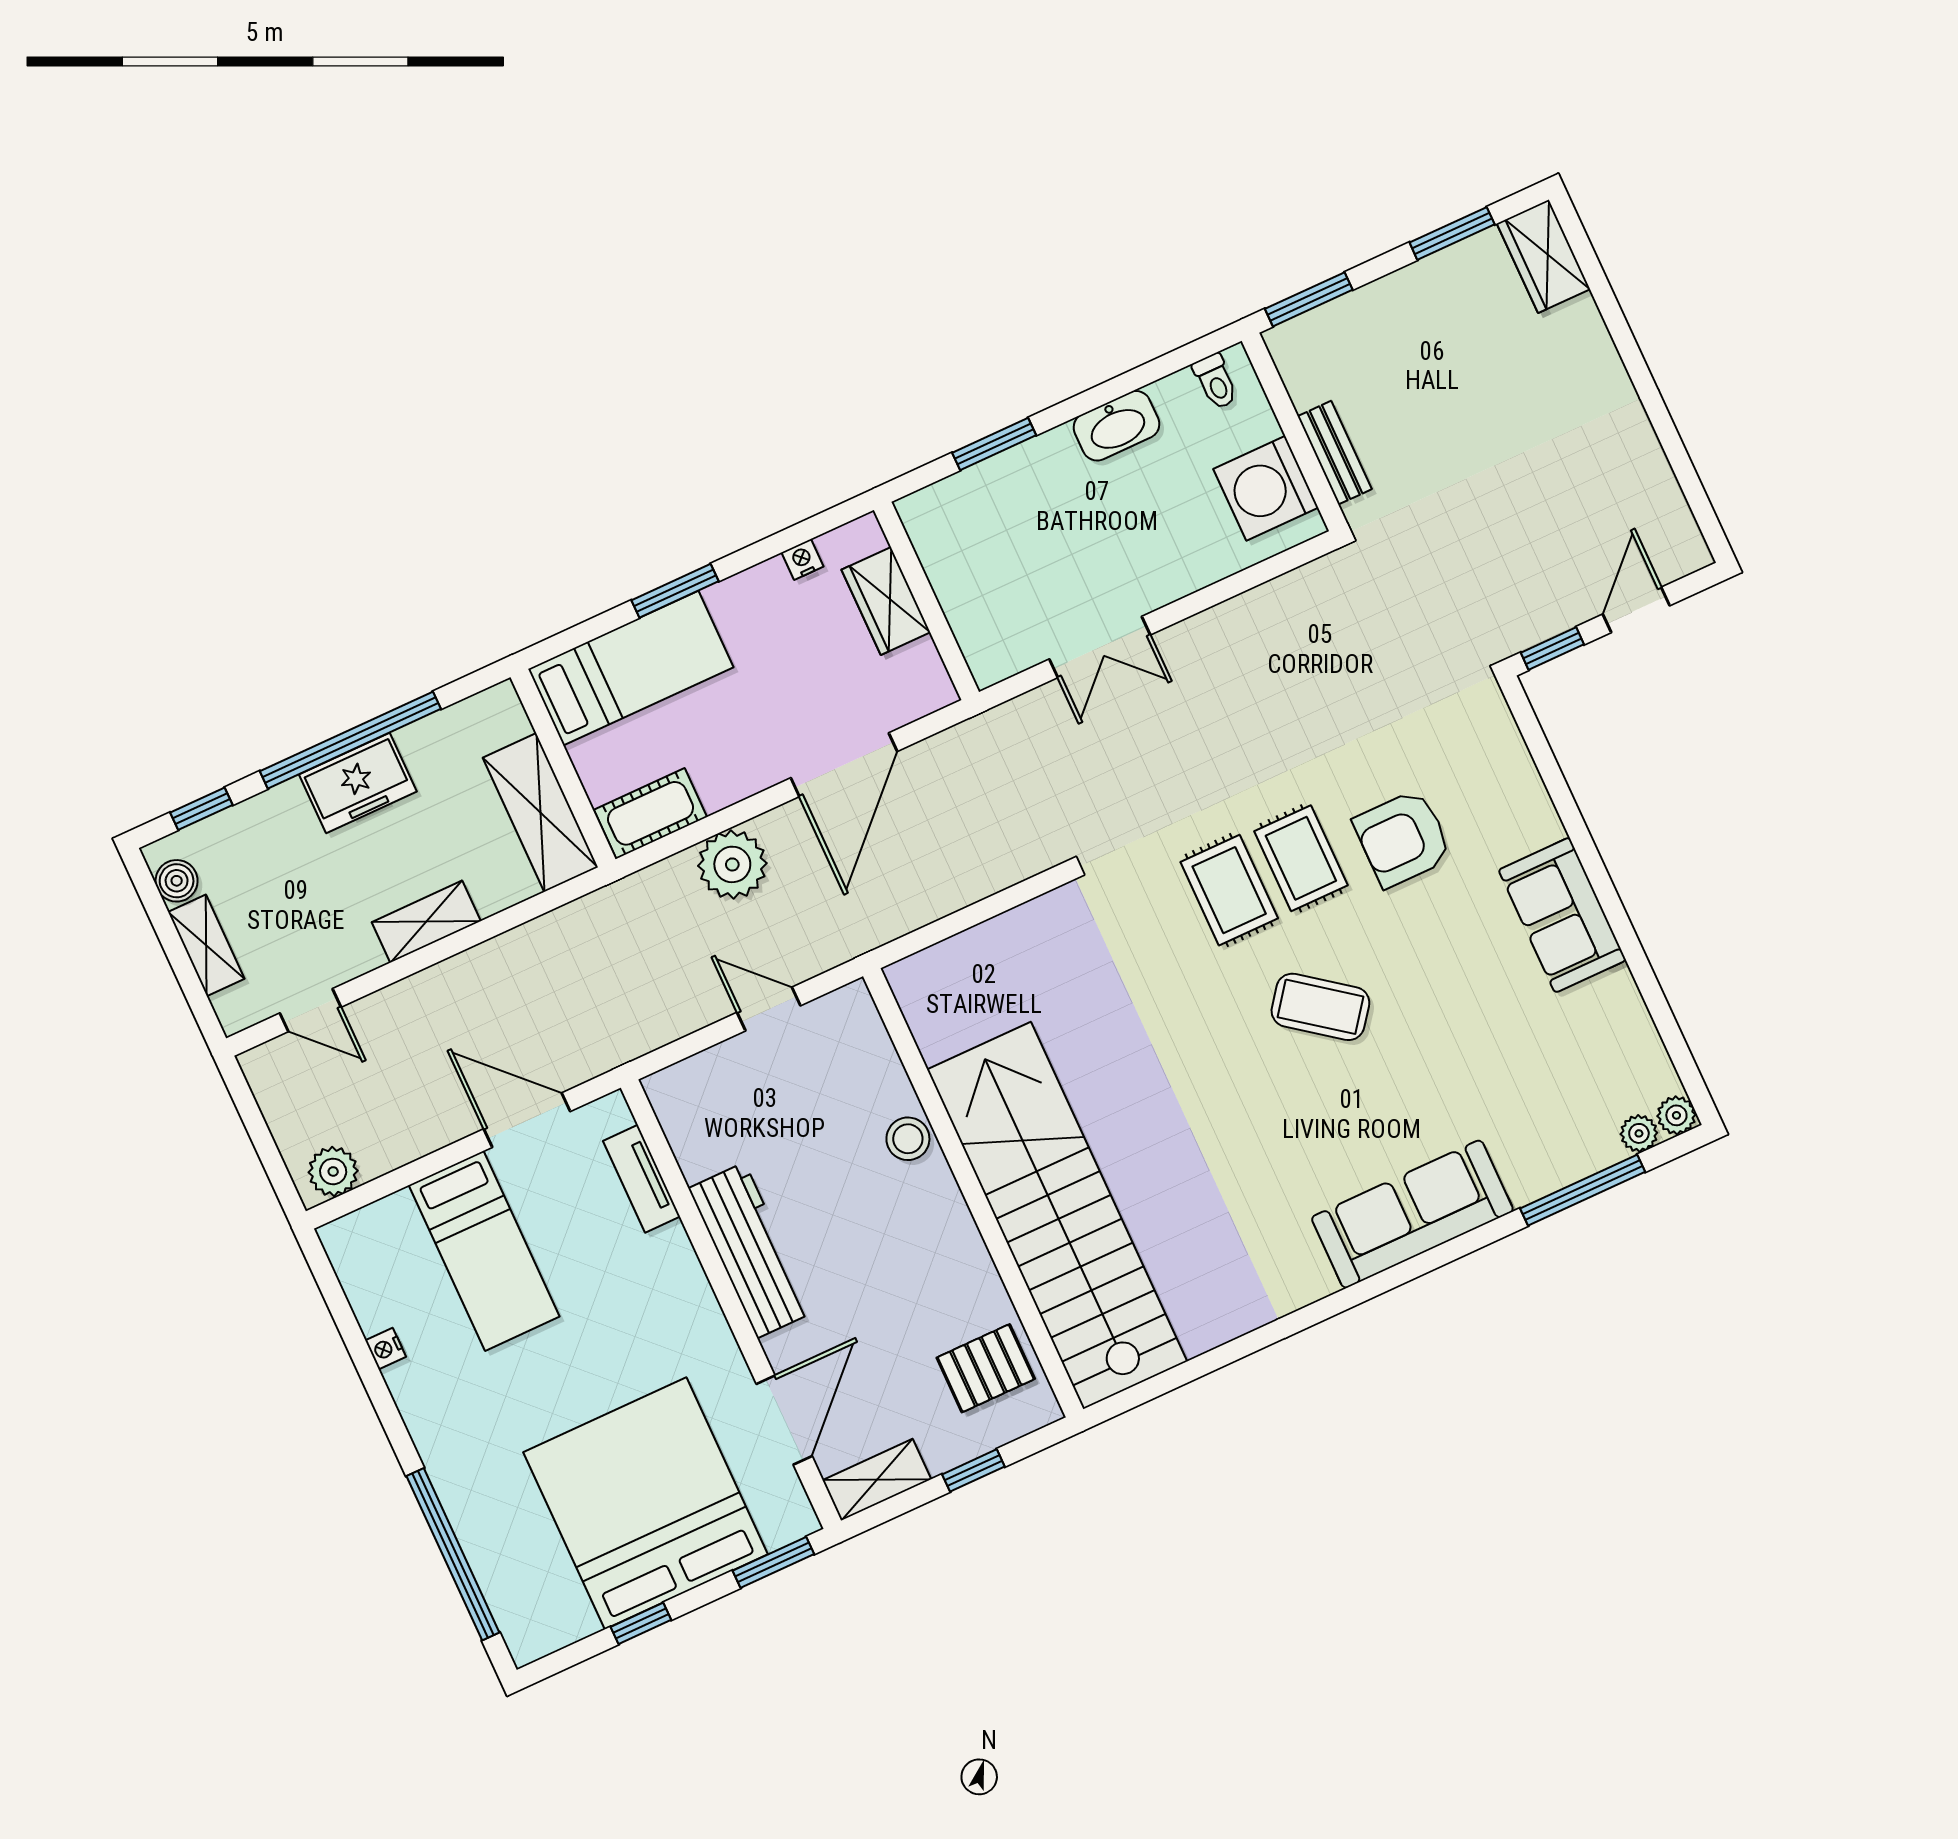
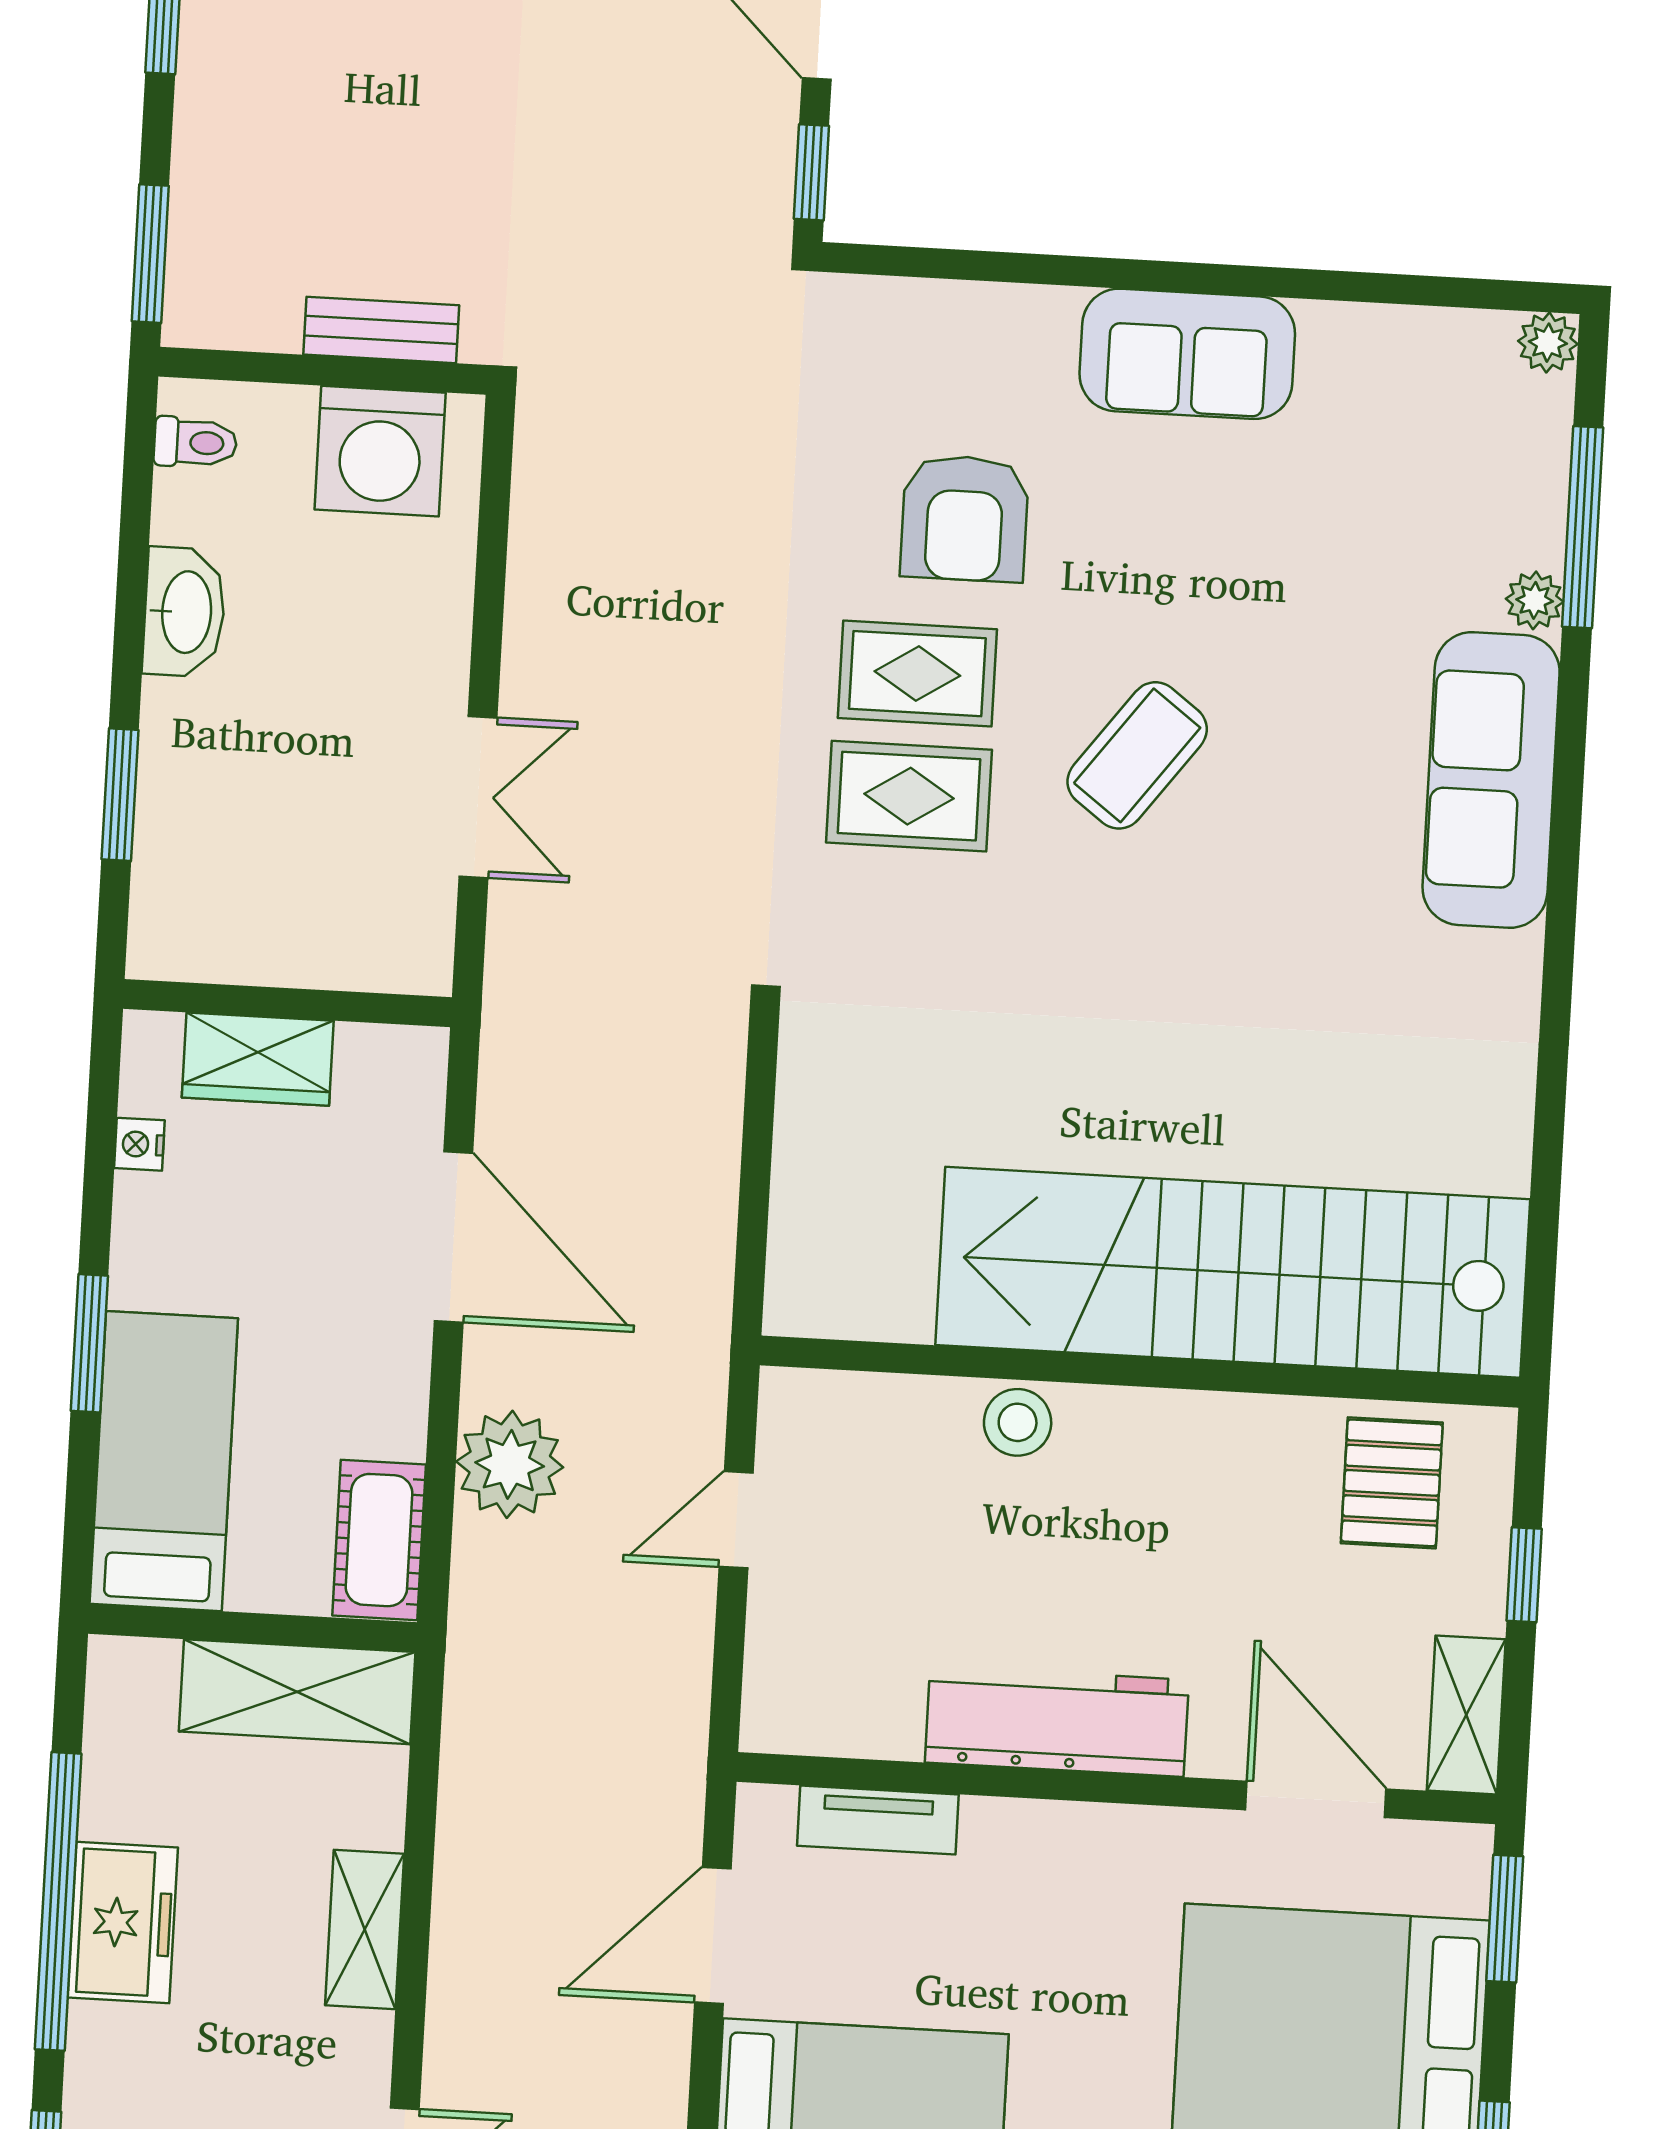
plant: (1639, 1133) -> (1535, 600), moved

